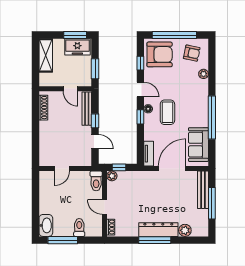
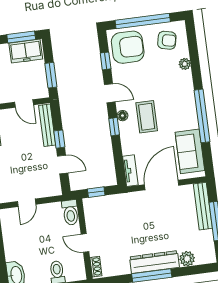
plant: (112, 176) -> (89, 204), removed

